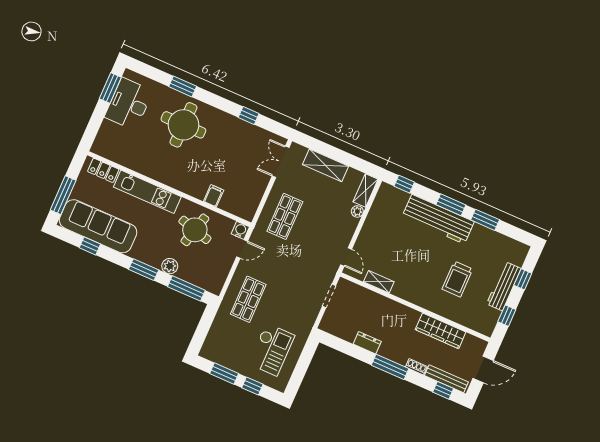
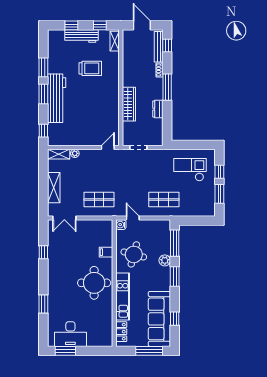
round table: (183, 125) -> (94, 283), moved
shelving: (379, 282) -> (115, 41), moved
wardrobe: (441, 331) -> (129, 104), moved

